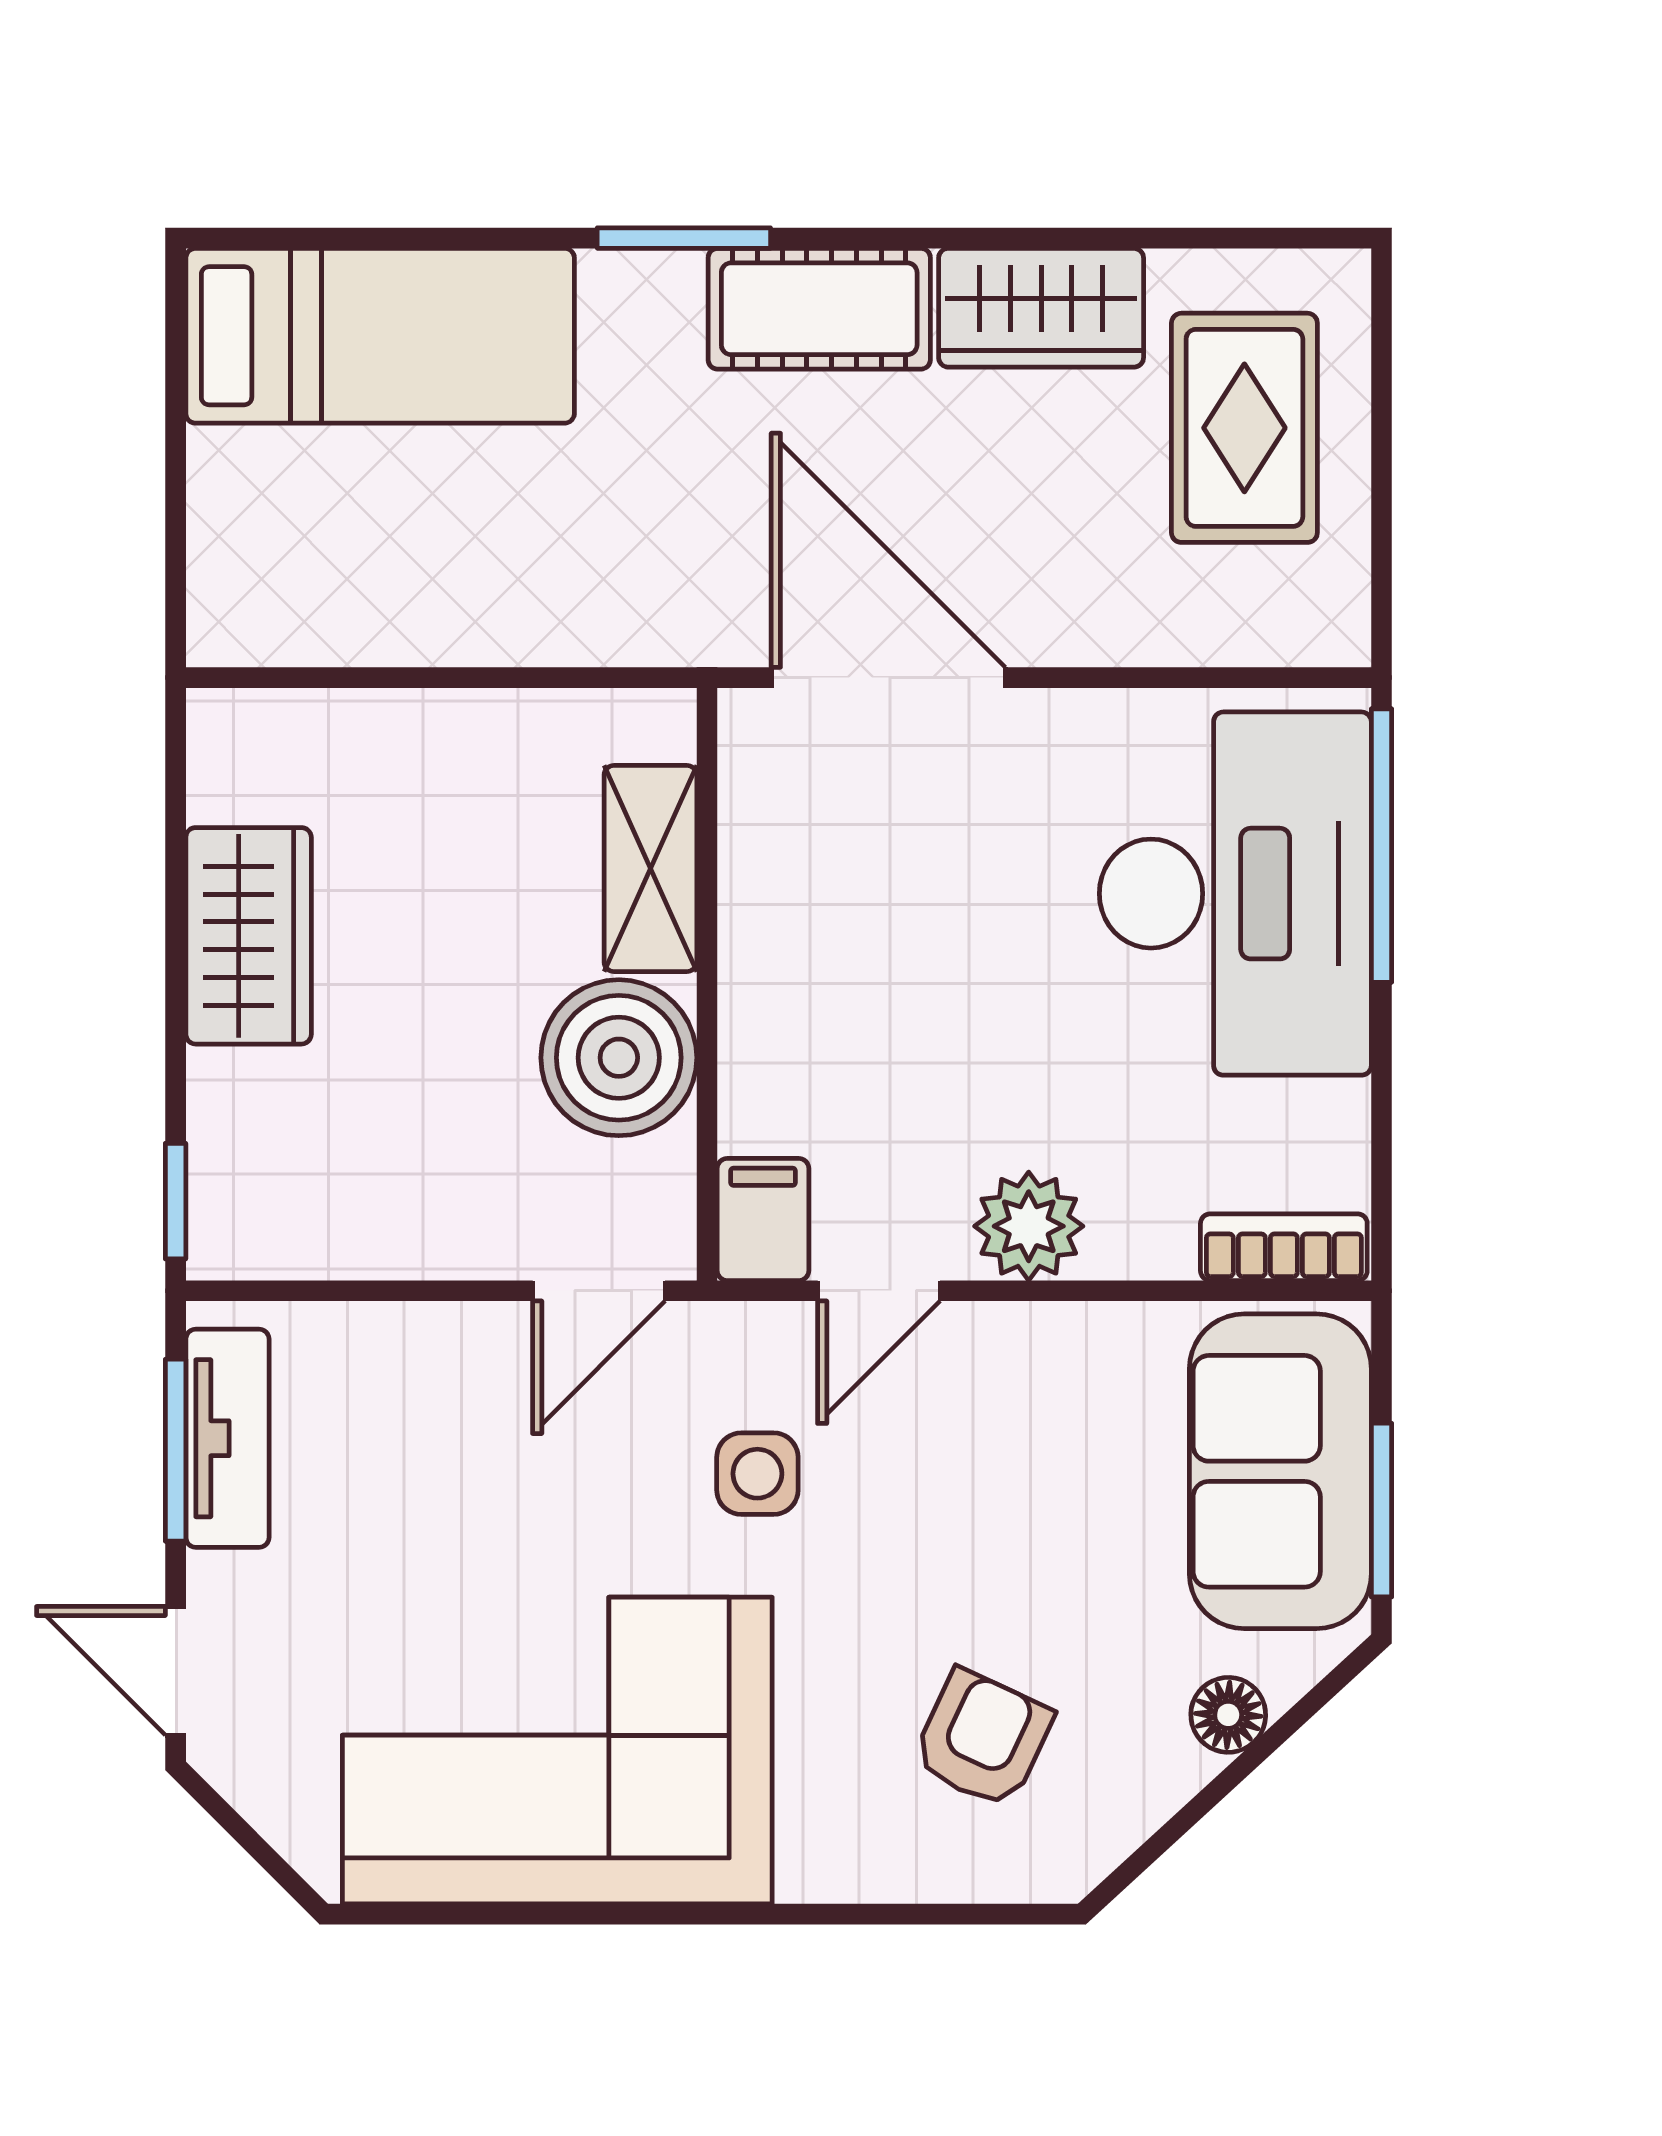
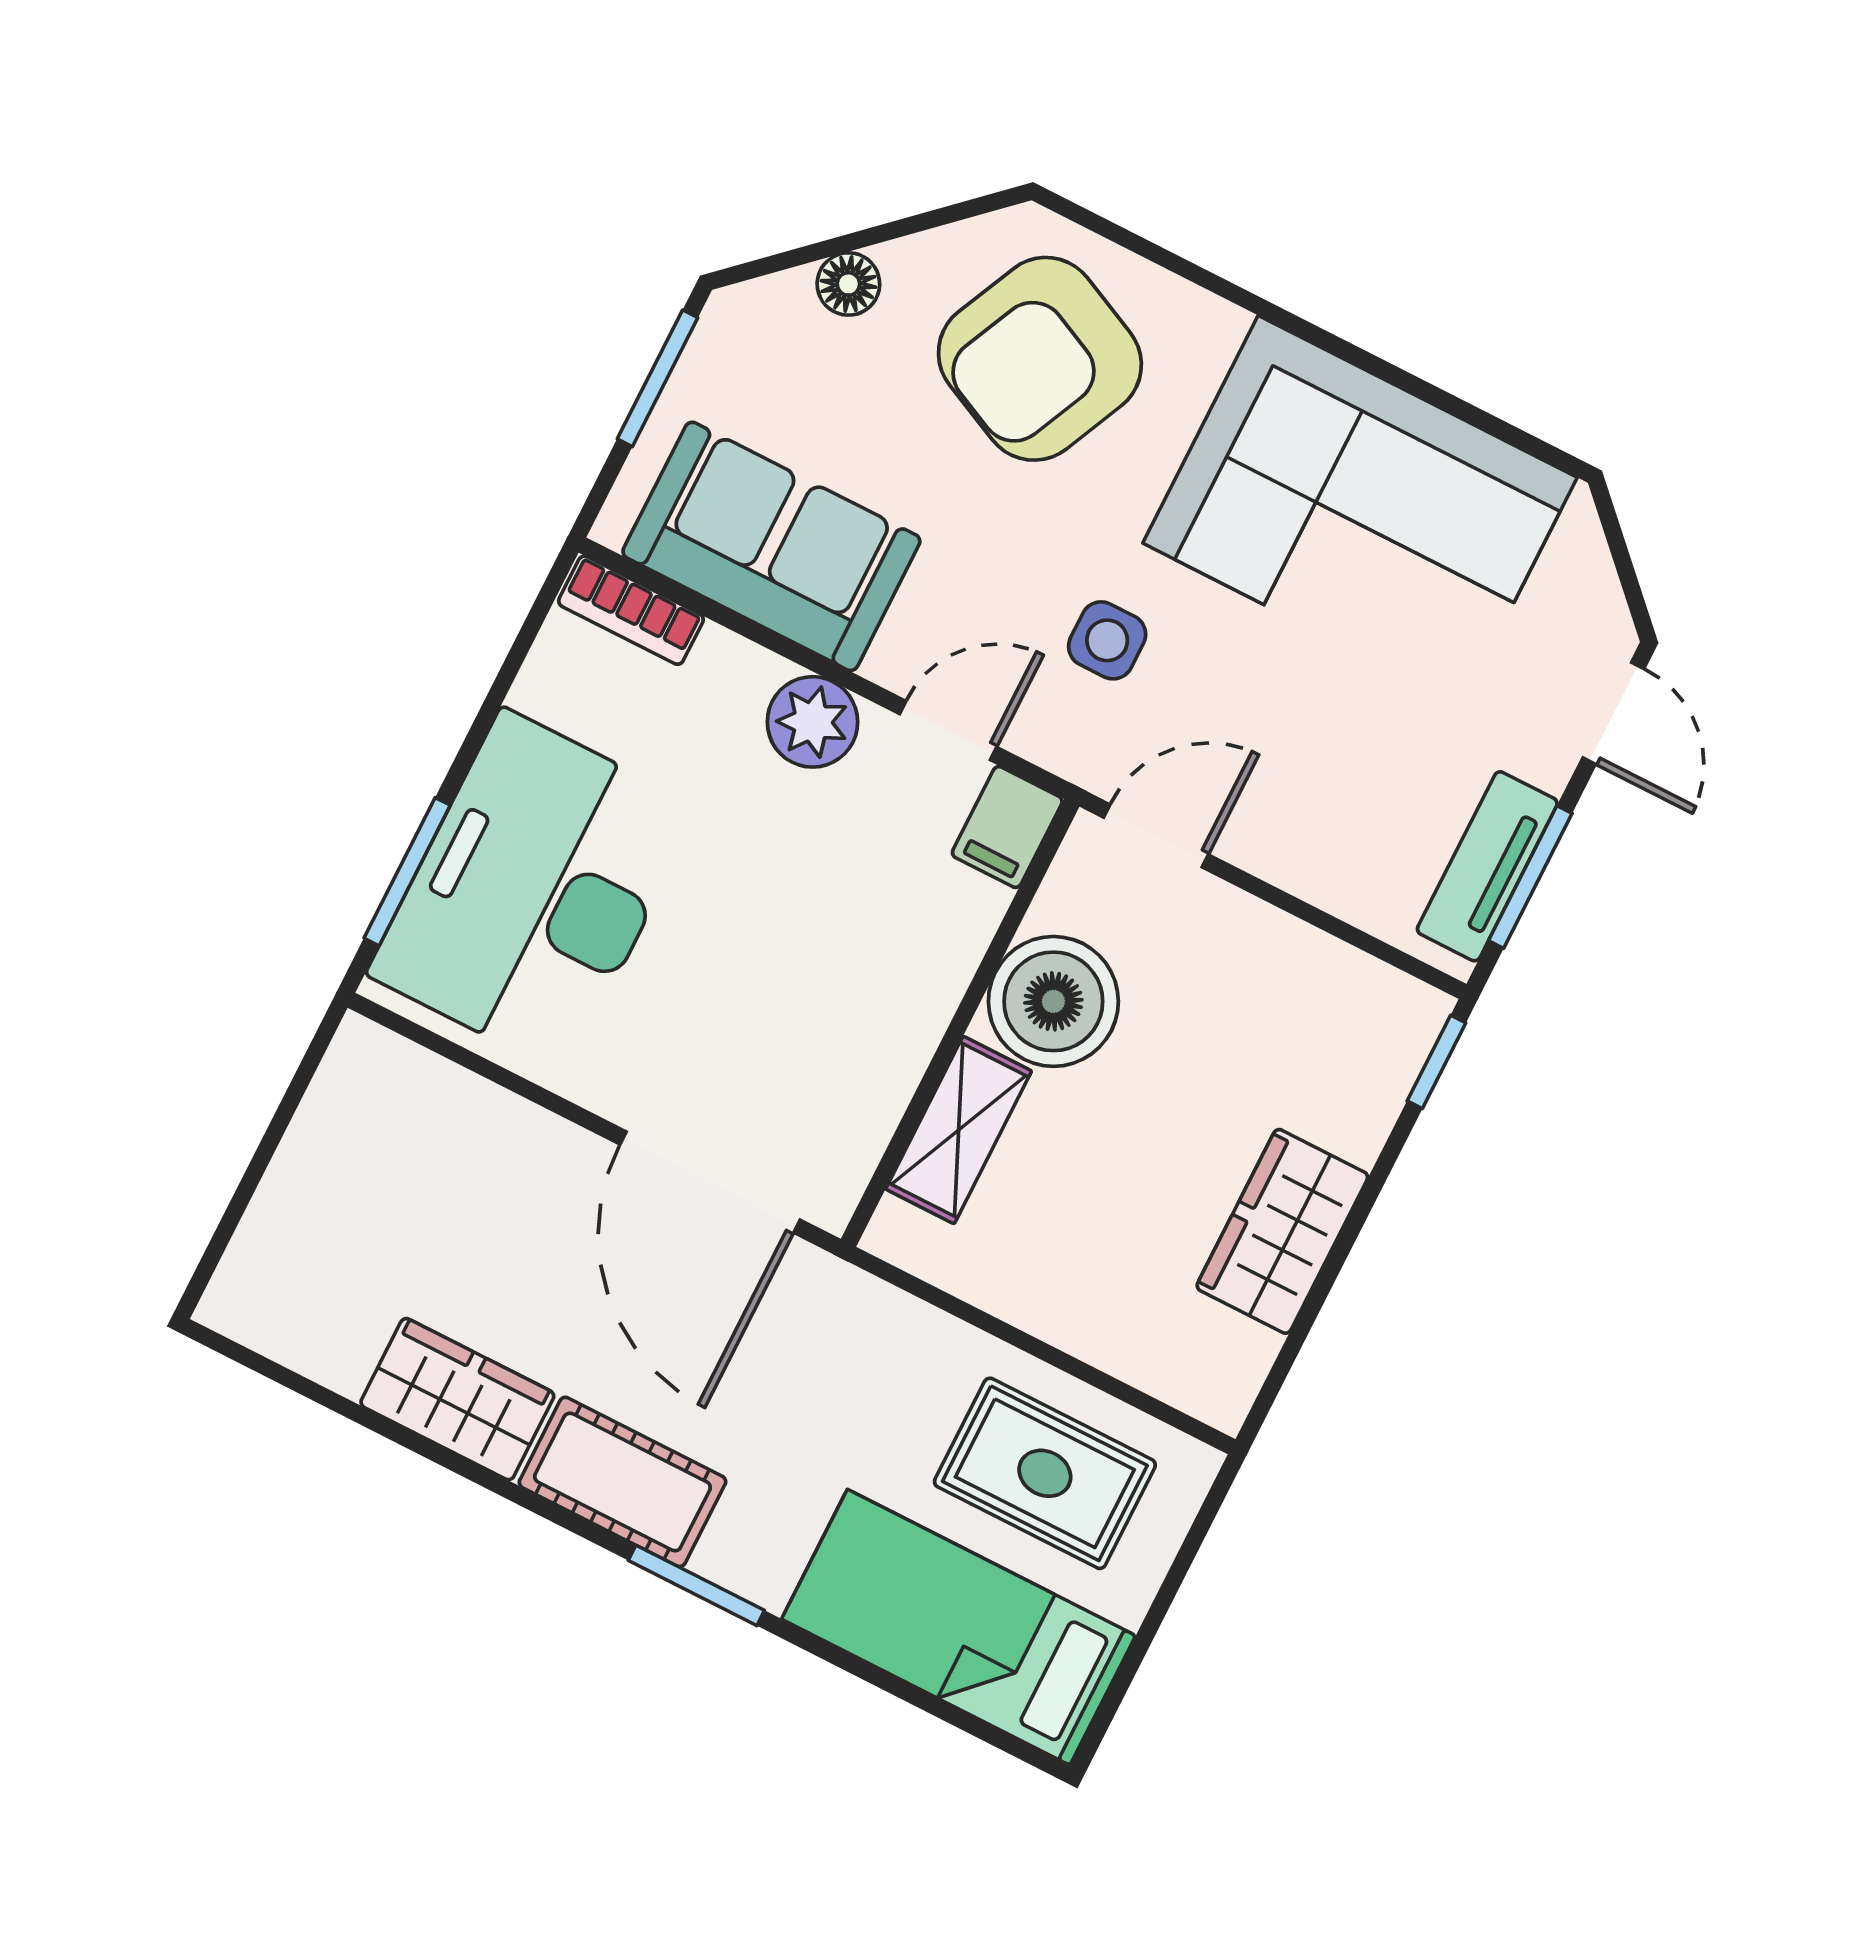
rug: (1244, 428) -> (1045, 1473), moved, turned 90
window: (1382, 846) -> (407, 872), width x0.69
sofa: (1280, 1471) -> (771, 546), moved, turned -90
armchair: (982, 1739) -> (1040, 359), width x1.88, depth x1.88

